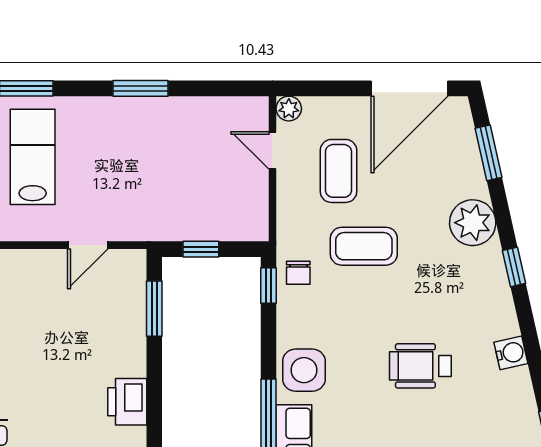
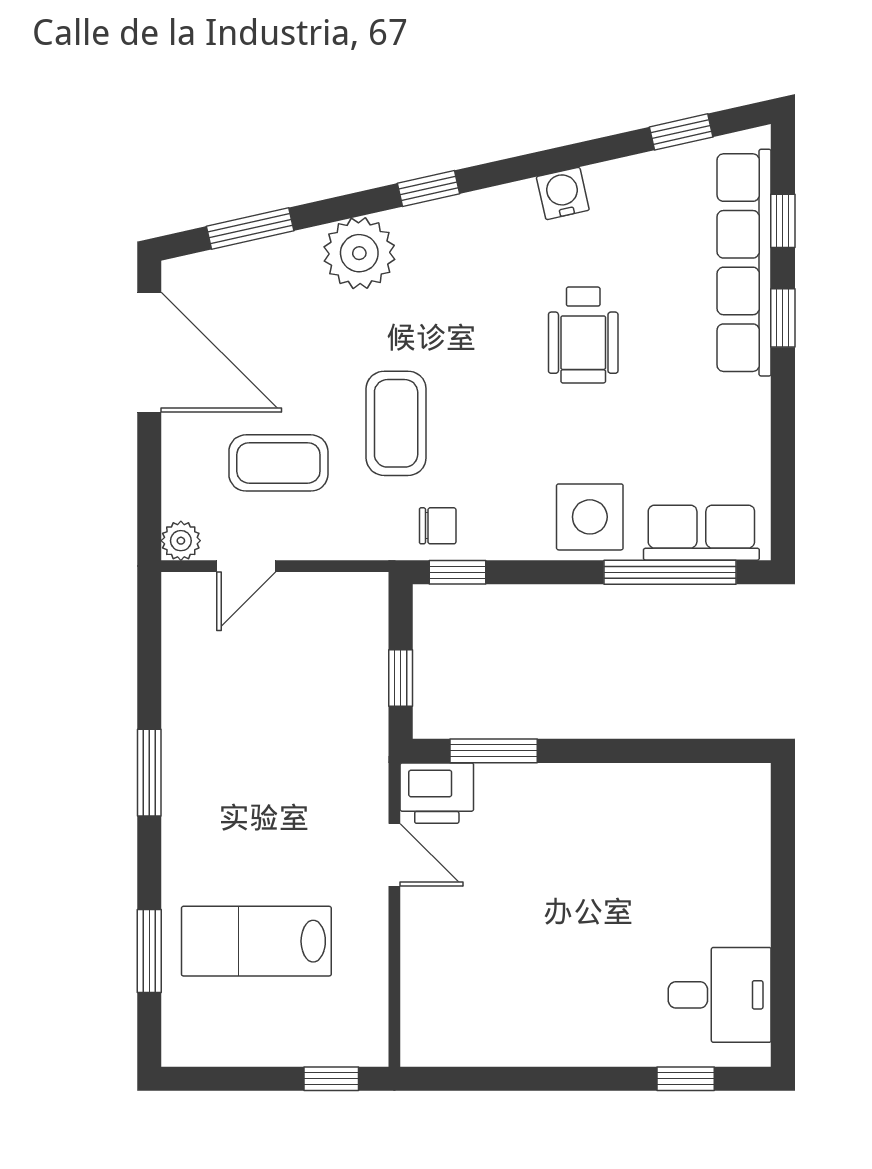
printer: (127, 402) -> (437, 793), moved

